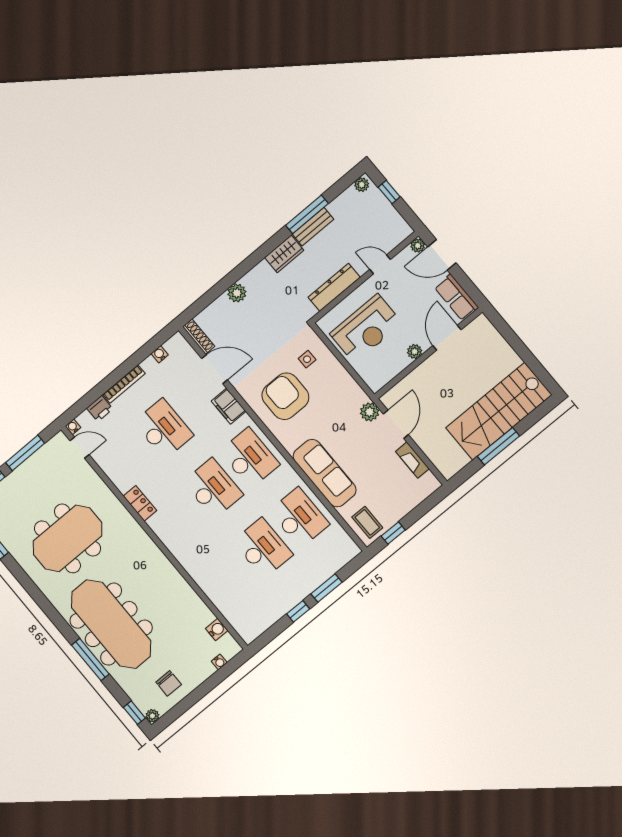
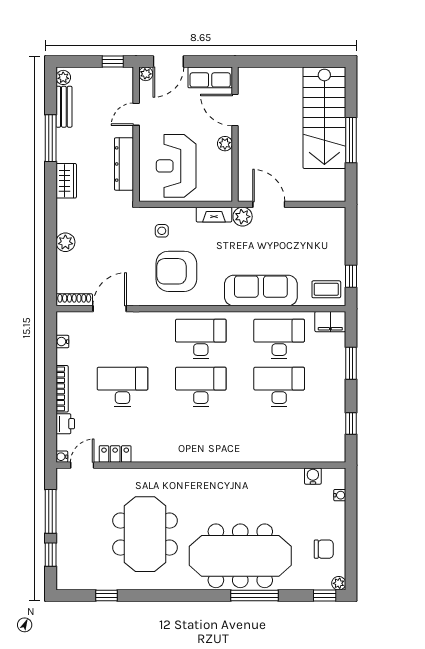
window: (389, 192) -> (113, 61), moved
bench: (313, 227) -> (64, 107), moved
reception desk: (366, 328) -> (176, 166), turned 180
filing cabinet: (229, 406) -> (330, 322), moved
fireplace: (412, 460) -> (214, 215), moved
locker: (140, 503) -> (115, 454), moved
window: (298, 611) -> (351, 424), moved

